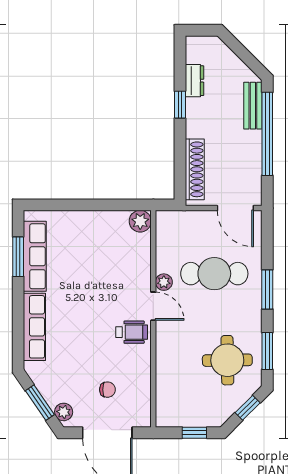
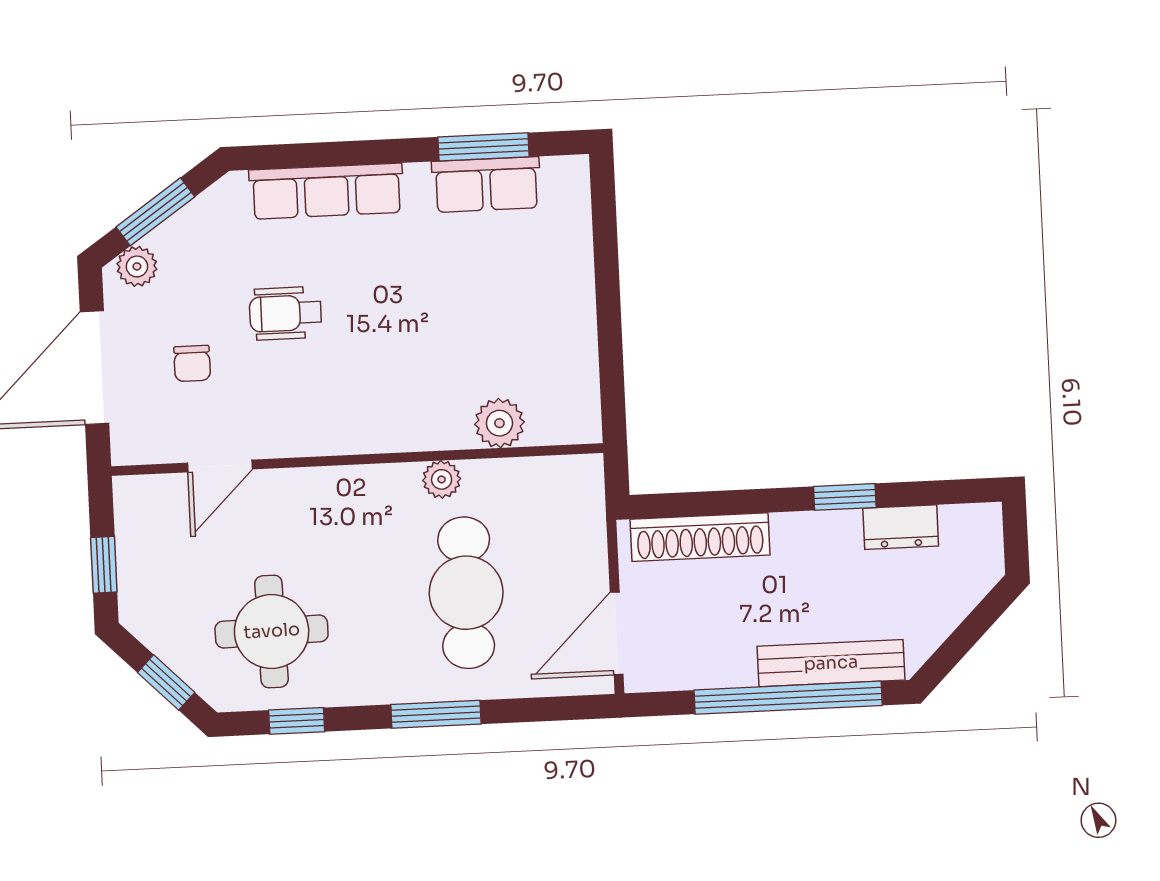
bench: (253, 106) -> (831, 663), width x1.36
plant: (140, 221) -> (499, 423), moved
row of seats: (35, 256) -> (486, 185), width x0.68
door: (153, 306) -> (220, 466), moved
wheelchair: (132, 332) -> (285, 313), moved, turned 90
window: (267, 351) -> (297, 721), width x0.67

